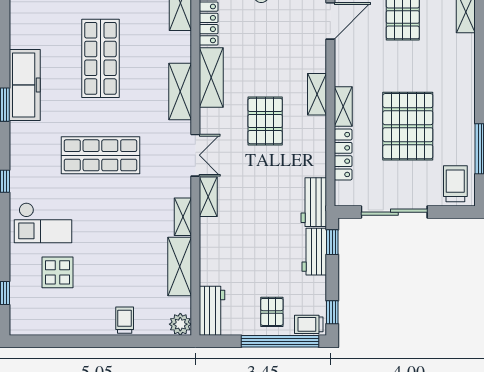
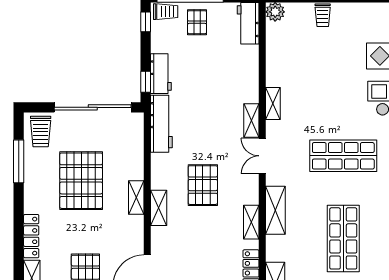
shelving: (211, 77) -> (251, 222), width x0.67, depth x0.75
locker: (343, 155) -> (31, 236), moved, turned 180
workbench: (314, 202) -> (161, 124), width x1.38
sliding door: (394, 212) -> (93, 107), width x1.36
shelving: (180, 267) -> (276, 61), removed

